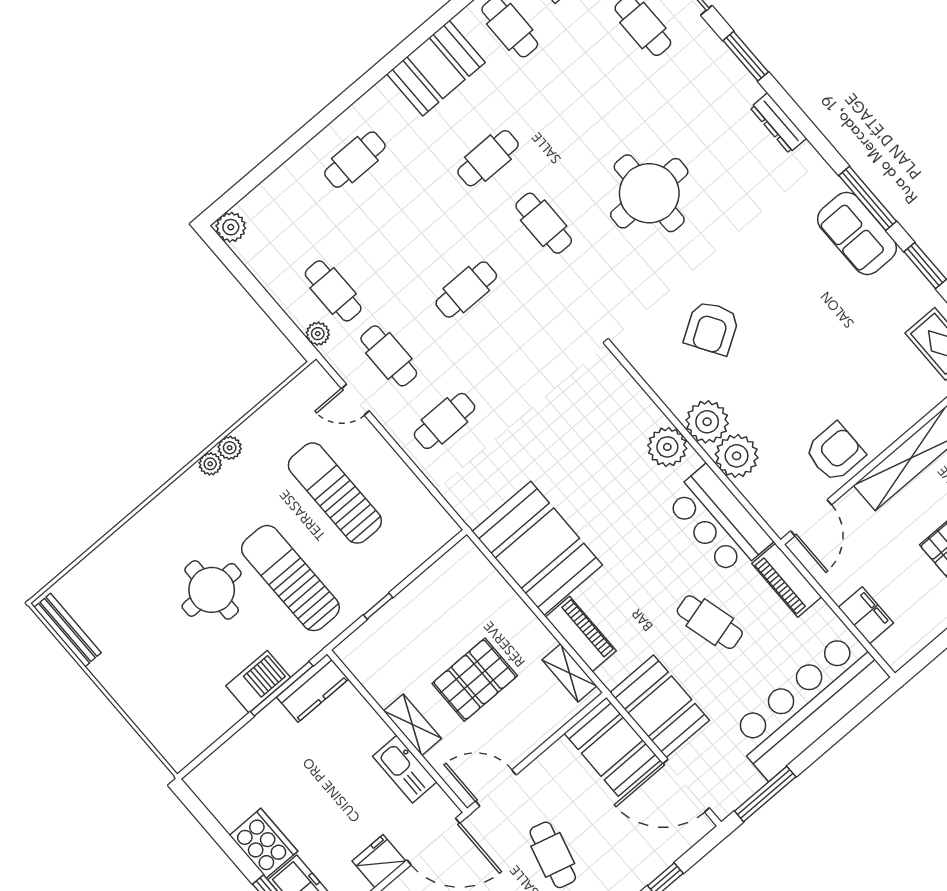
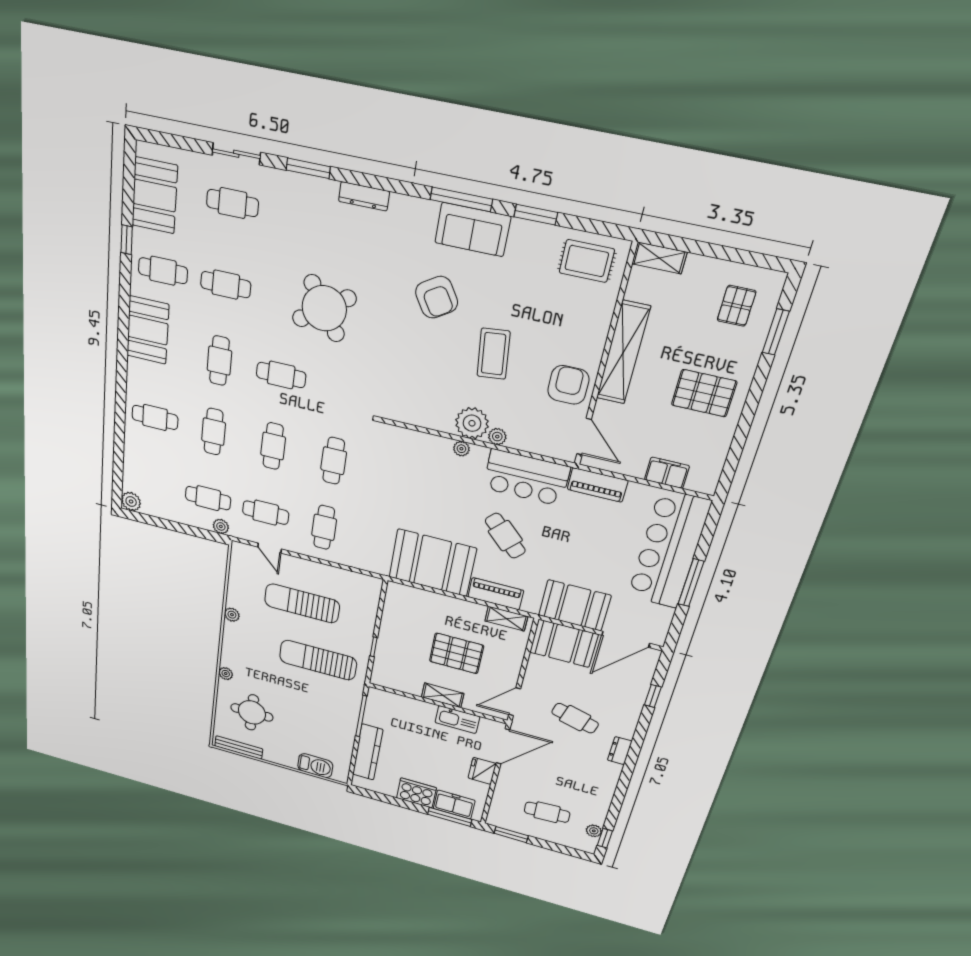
cafe table: (565, 92) -> (226, 285), added
cafe table: (355, 160) -> (155, 417), turned 90
round table: (649, 193) -> (324, 308), turned -34
cafe table: (411, 225) -> (214, 432), added
armchair: (712, 328) -> (437, 297), moved
cafe table: (522, 355) -> (334, 461), added
coffee table: (785, 366) -> (493, 354), added
door: (355, 400) -> (270, 548), hinge flipped
plant: (667, 447) -> (461, 449), width x0.53, depth x0.53
plant: (737, 456) -> (497, 437), width x0.53, depth x0.53
plant: (210, 464) -> (226, 674), moved
round table: (212, 590) -> (252, 712), moved
cafe table: (710, 622) -> (505, 536), moved, turned 59
pallet: (475, 680) -> (456, 653), turned 90
barbecue: (258, 682) -> (315, 766), moved, turned 90
kitchen counter: (312, 688) -> (368, 752), moved, width x1.50
window: (765, 794) -> (691, 583), moved

